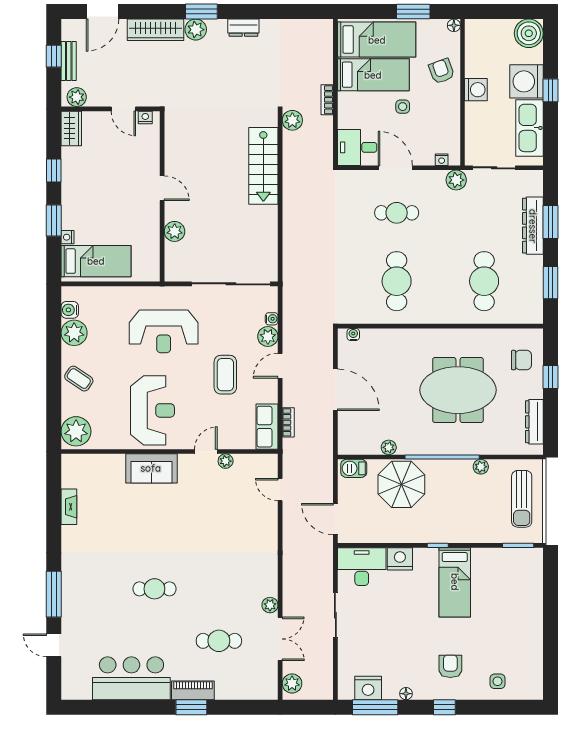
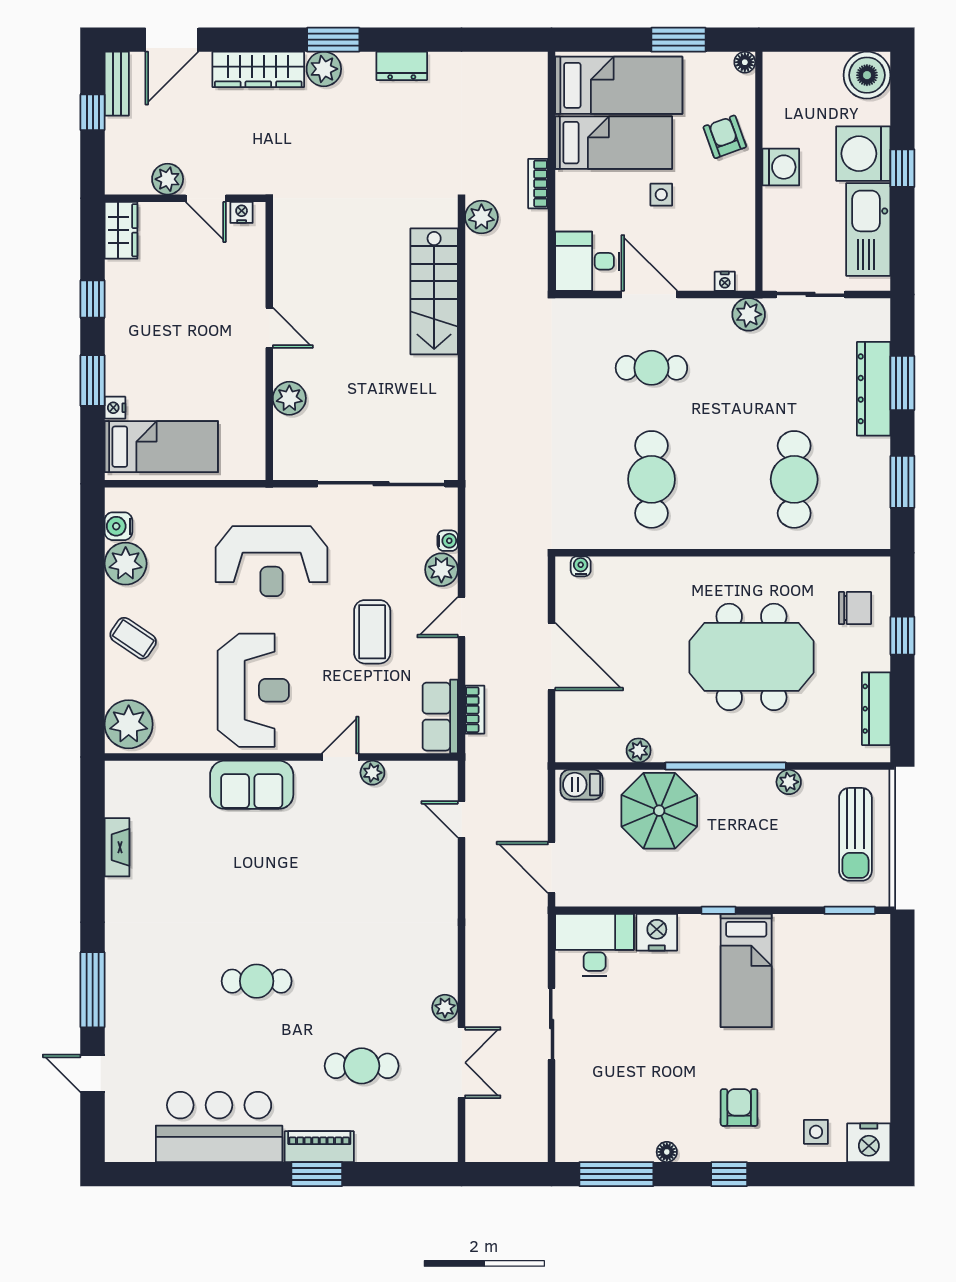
bench: (69, 61) -> (117, 84), moved
plant: (77, 97) -> (168, 179), moved
plant: (292, 683) -> (481, 1135), removed
nightstand: (368, 688) -> (869, 1143), moved

